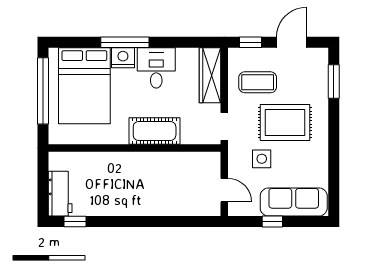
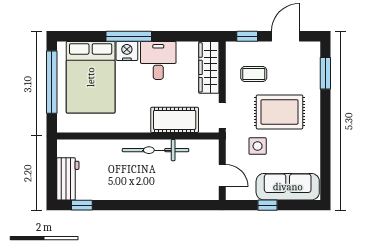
coffee table: (258, 82) -> (254, 74), width x0.73, depth x0.77
cot: (155, 131) -> (175, 120), moved
bicycle: (153, 163) -> (156, 150), added

